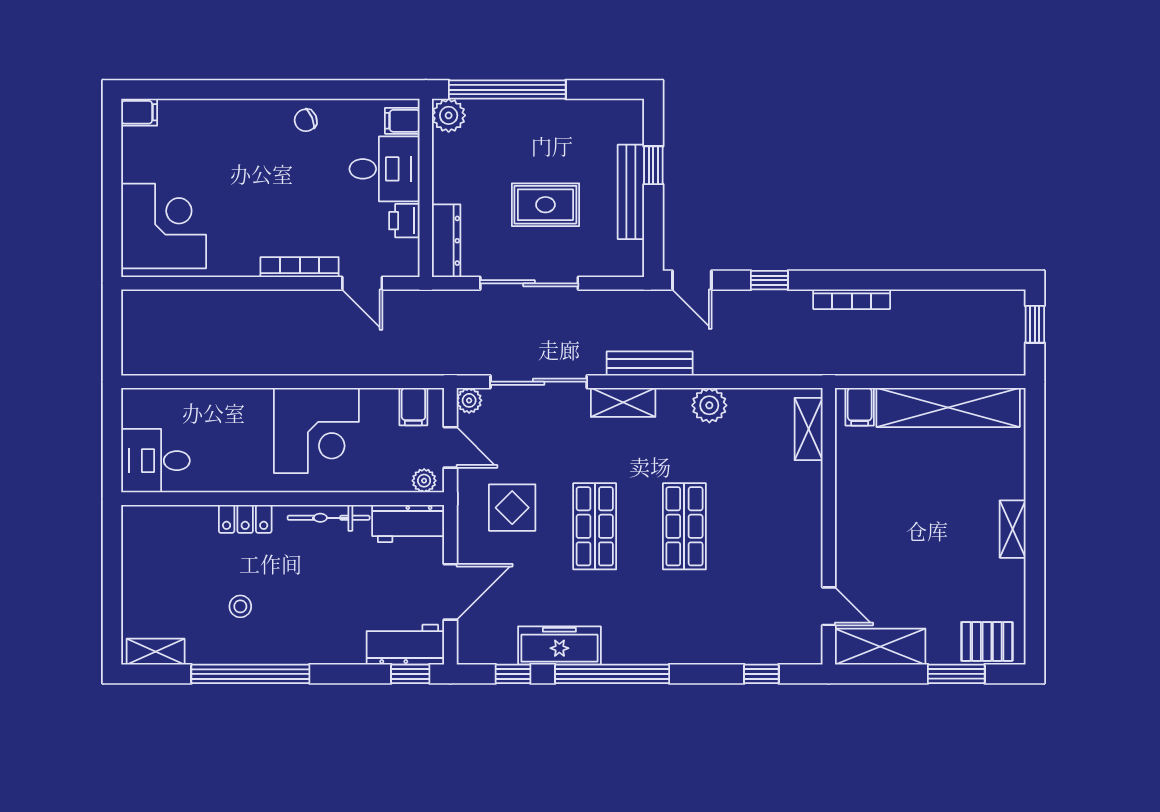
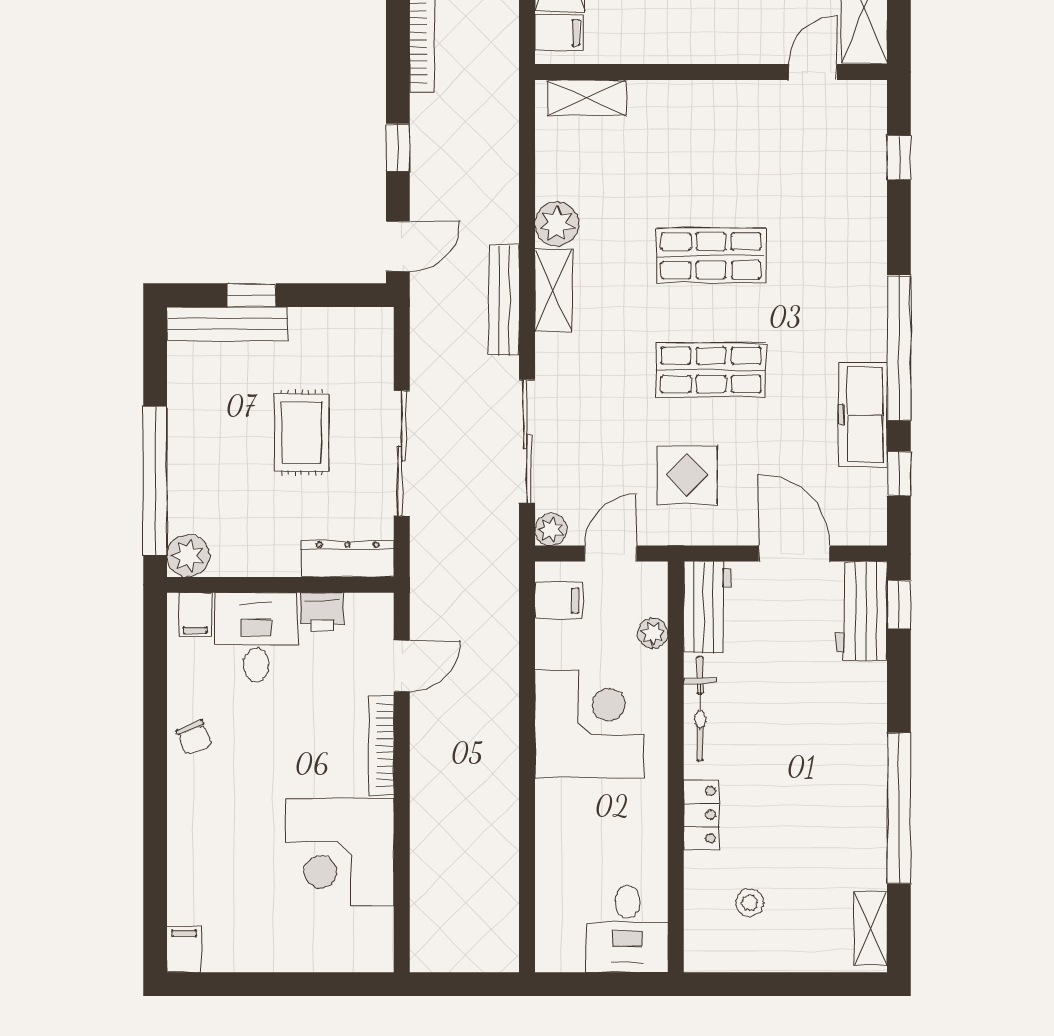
bench: (631, 192) -> (227, 324), moved
corner desk: (164, 226) -> (340, 852), moved, turned -90
shelving: (623, 402) -> (553, 290), moved
plant: (424, 481) -> (653, 633), moved
stool: (240, 606) -> (749, 903), moved

